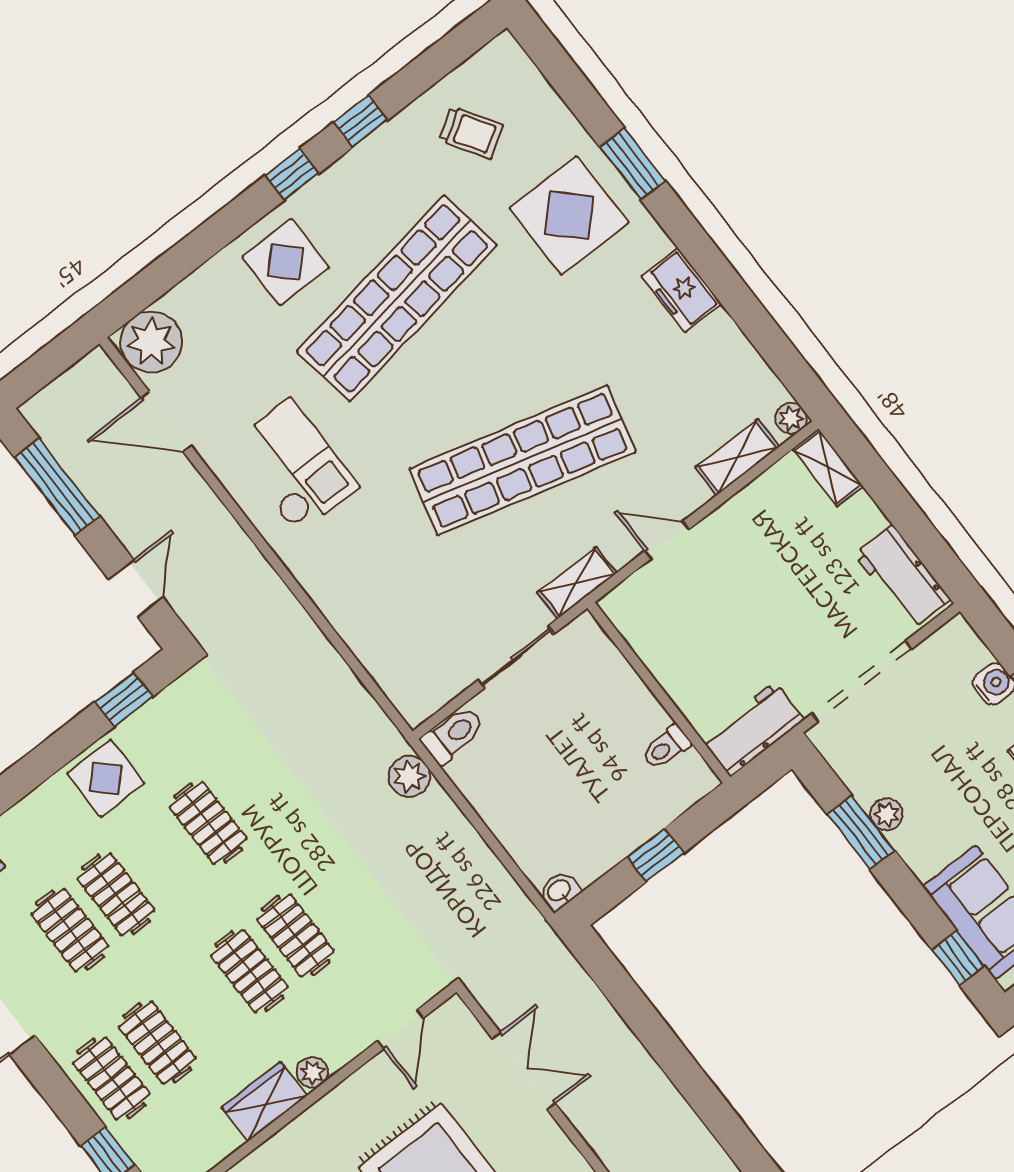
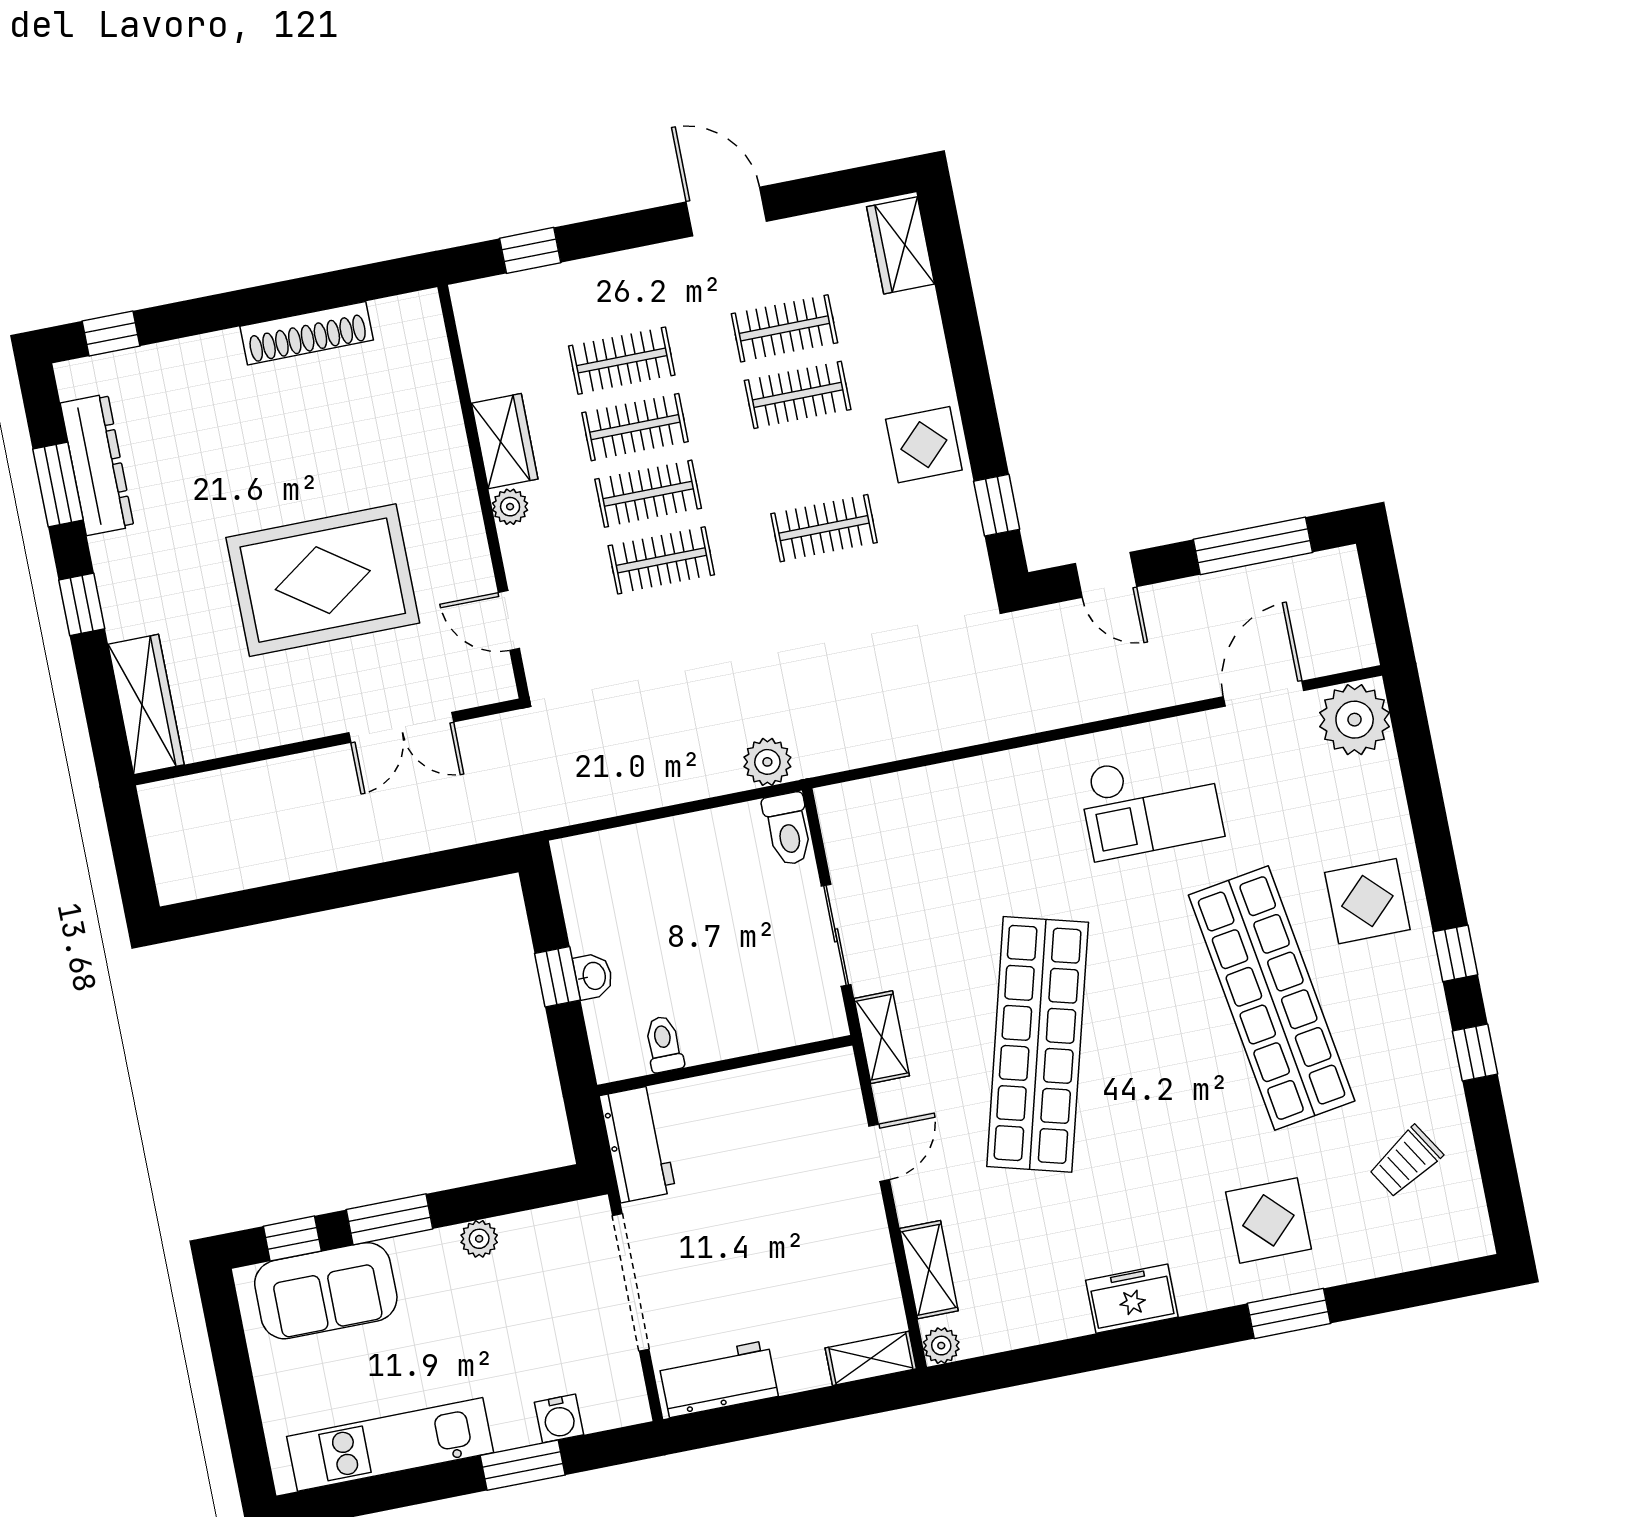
display table: (569, 215) -> (1268, 1220), width x0.73, depth x0.73
window: (861, 832) -> (390, 1219), moved
washbasin: (559, 891) -> (593, 976), moved
clothes rail: (111, 1078) -> (635, 427), moved

